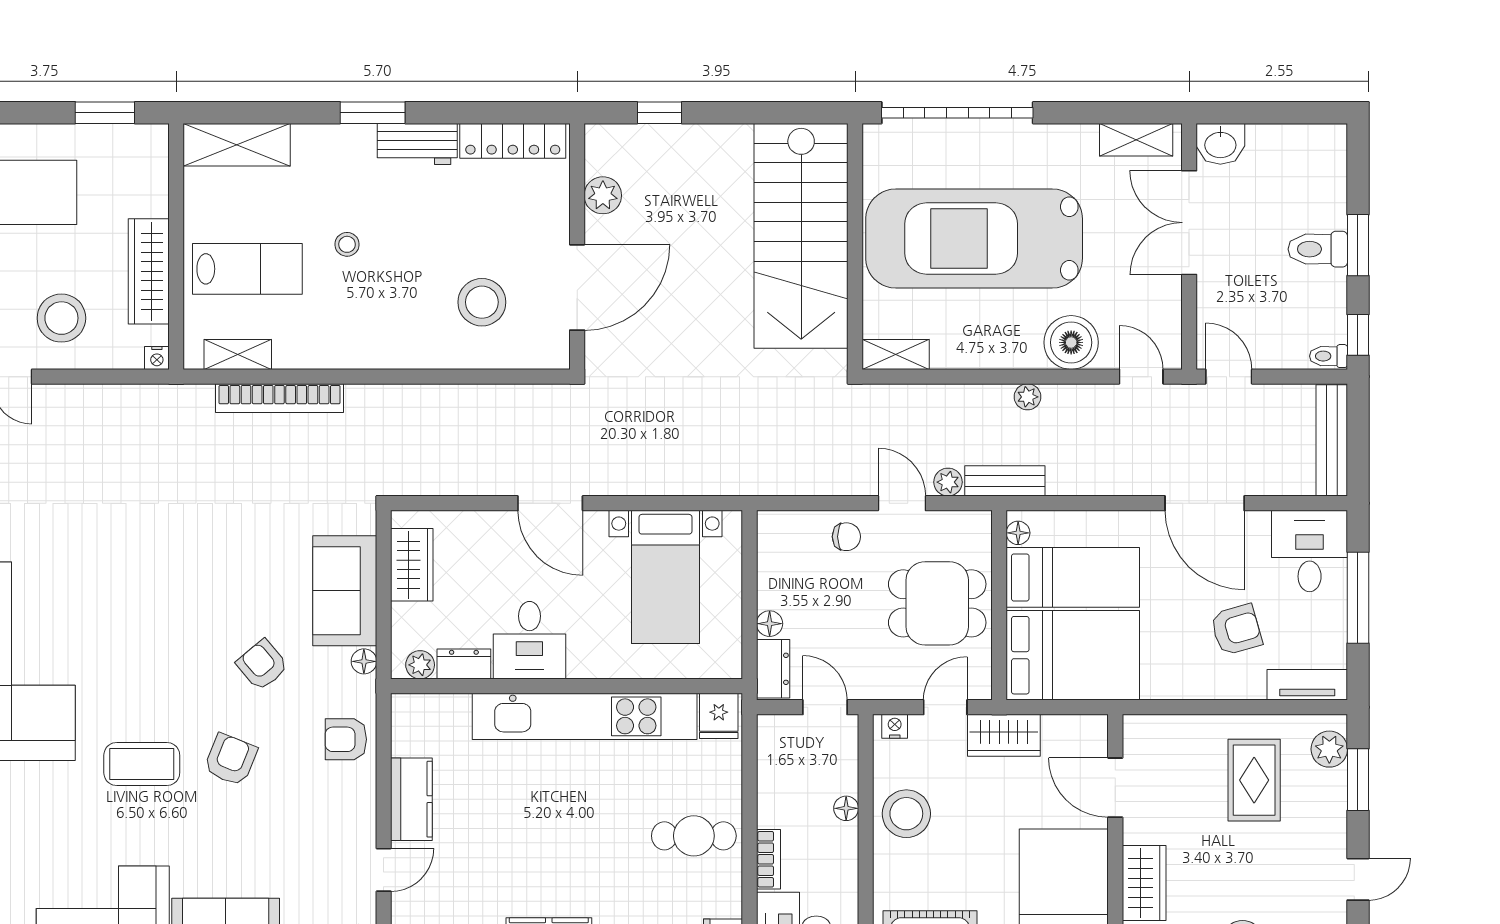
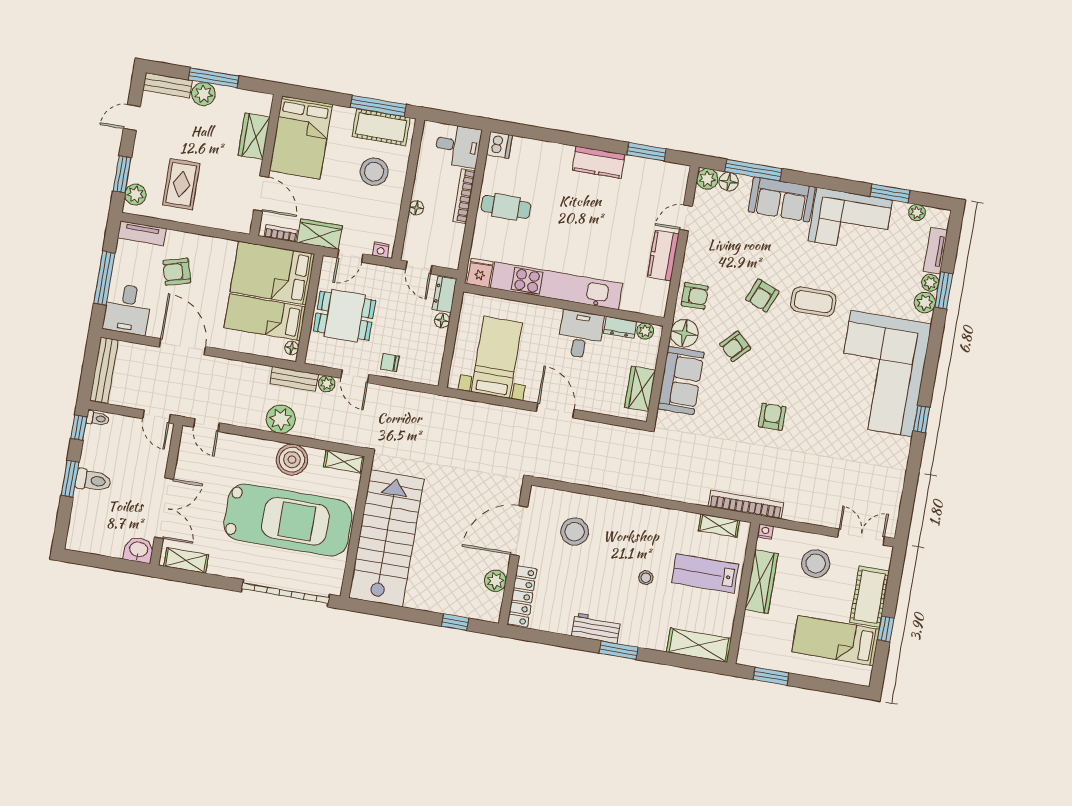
locker: (513, 141) -> (522, 596), moved, turned 90
boiler: (1071, 342) -> (292, 460), moved
plant: (1028, 397) -> (281, 419), width x1.88, depth x1.88
bookcase: (279, 398) -> (746, 505), moved
armchair: (179, 556) -> (772, 417), added
floor lamp: (364, 661) -> (684, 333), width x1.89, depth x1.89
armchair: (262, 665) -> (735, 346), turned 84
bookcase: (1070, 725) -> (281, 233), added
stool: (906, 814) -> (374, 172), moved
bookcase: (769, 859) -> (464, 196), width x1.56

